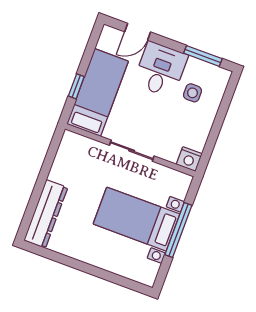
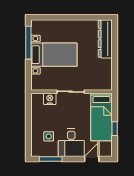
window: (76, 86) -> (115, 129), moved
nightstand: (189, 159) -> (50, 99), moved
window: (178, 230) -> (28, 43), moved

